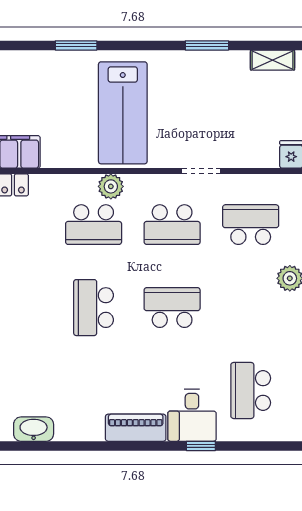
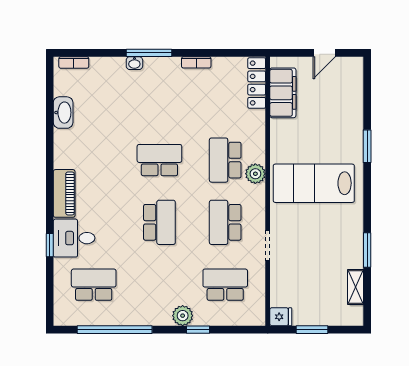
shelving: (272, 60) -> (356, 287), moved
school desk: (251, 225) -> (225, 285), turned -90

